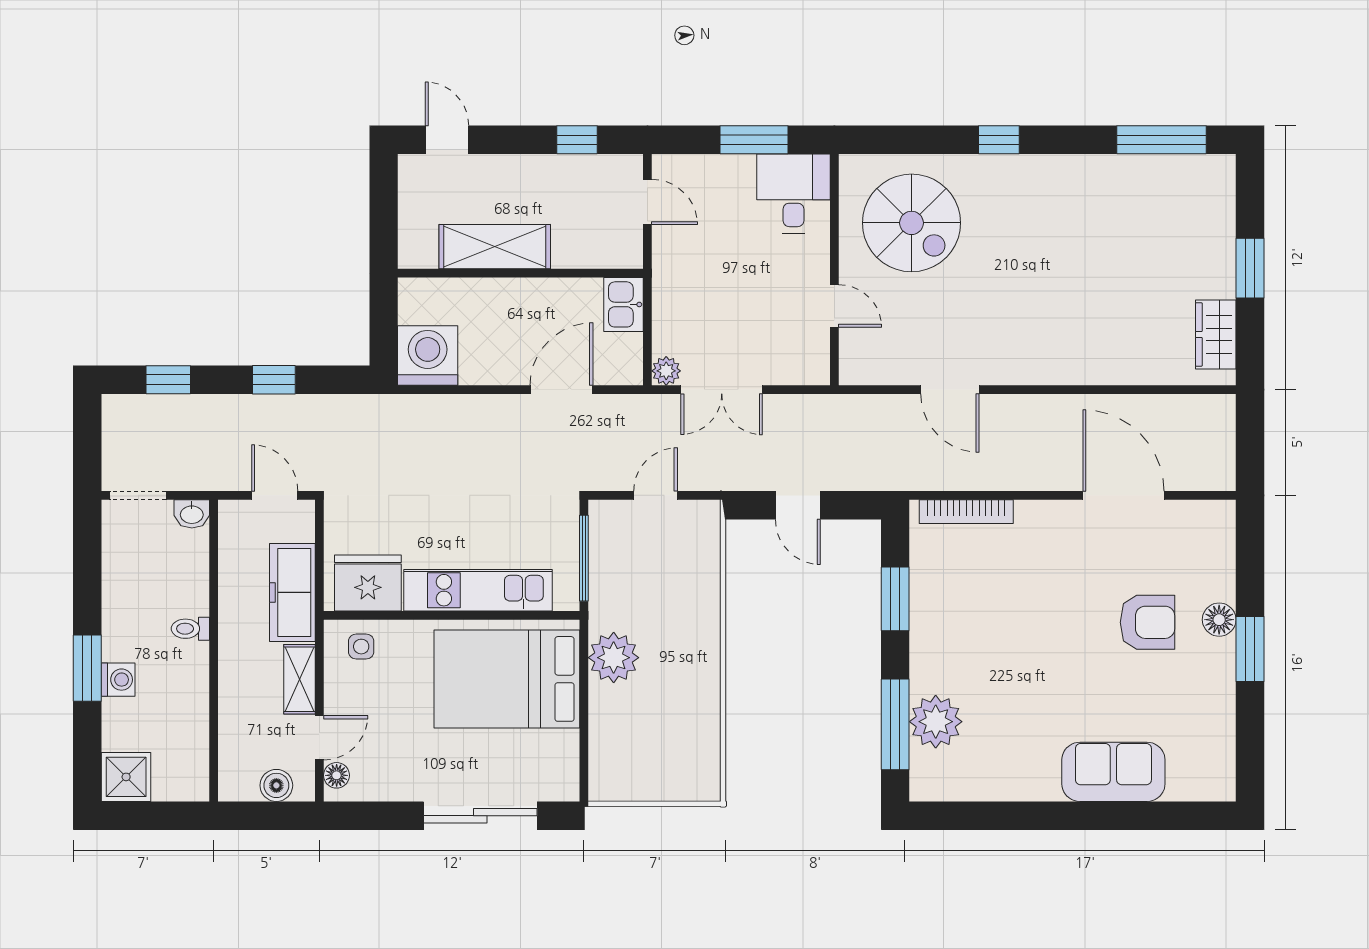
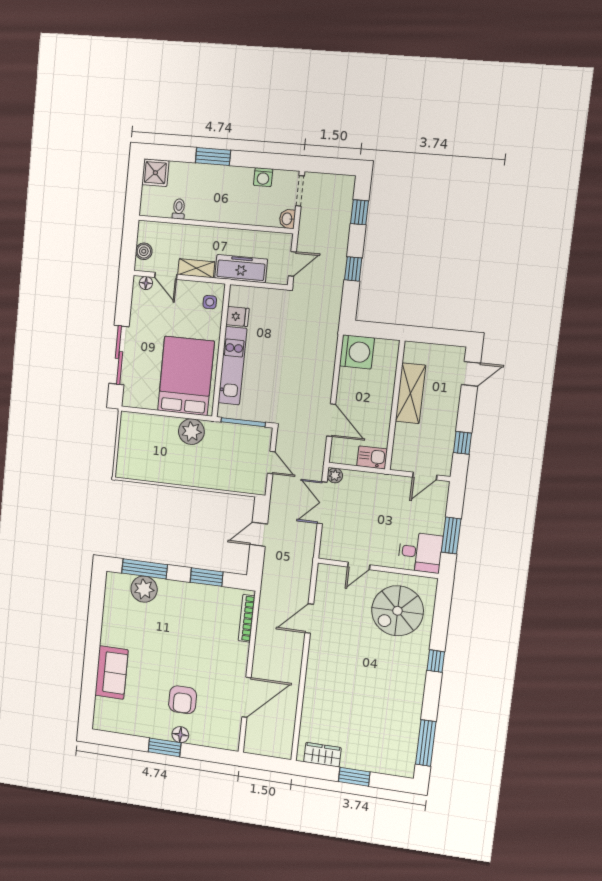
fridge: (368, 583) -> (237, 317), width x0.53, depth x0.75
toilet: (190, 629) -> (179, 209), moved
washing machine: (118, 680) -> (263, 177), moved

